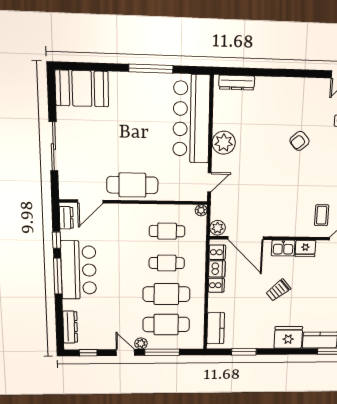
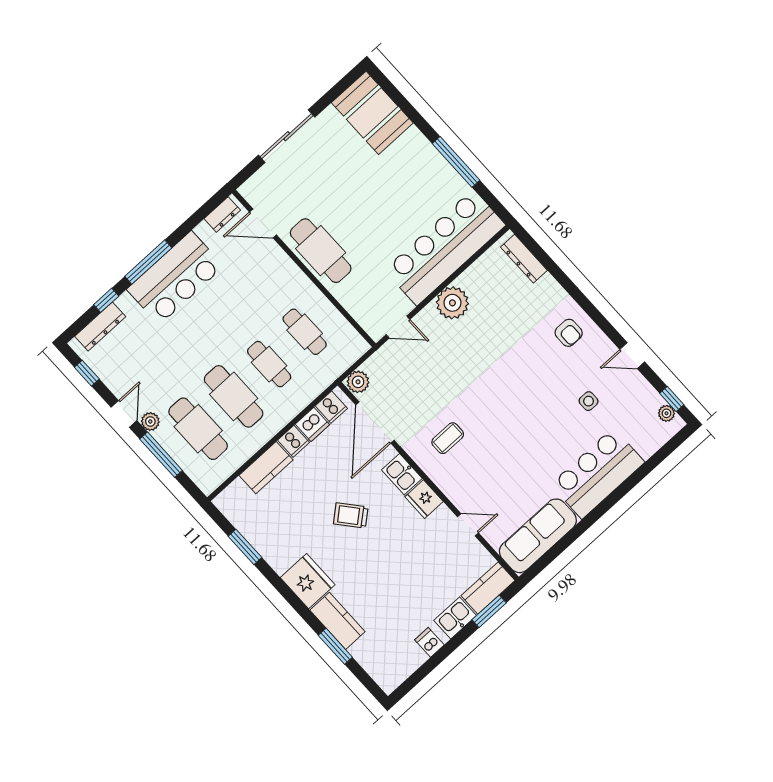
armchair: (300, 141) -> (569, 333), moved, turned -139
plant: (201, 210) -> (360, 347), removed
coffee table: (322, 215) -> (448, 438), moved
window: (57, 240) -> (106, 300), moved
kitchen counter: (216, 328) -> (266, 468), moved

